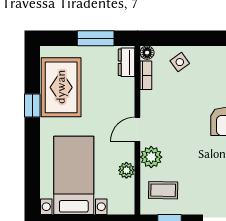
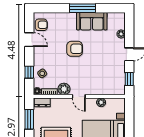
window: (182, 38) -> (29, 72), added
plant: (151, 157) -> (64, 89), moved
coffee table: (163, 190) -> (112, 82), removed

